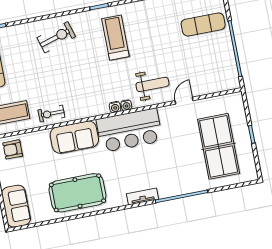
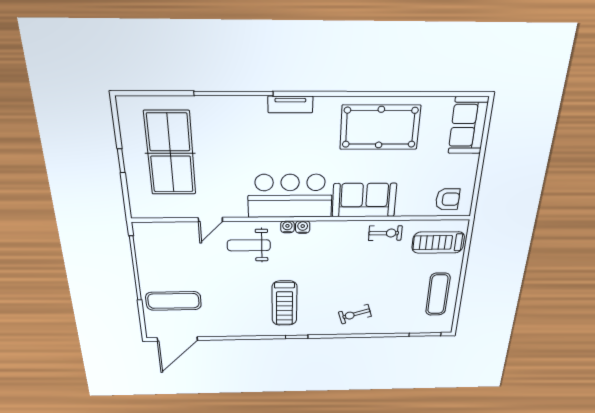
exercise bike: (56, 37) -> (355, 314), width x0.73, depth x0.72

